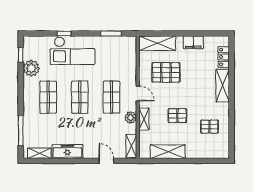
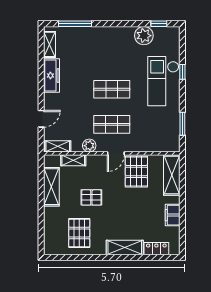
pallet: (166, 72) -> (136, 172), moved
shop shelf: (48, 97) -> (112, 54), removed
pallet: (177, 116) -> (91, 197), turned 90
shelving: (144, 119) -> (73, 160), moved
pallet: (209, 127) -> (79, 233), width x1.50, depth x1.42

